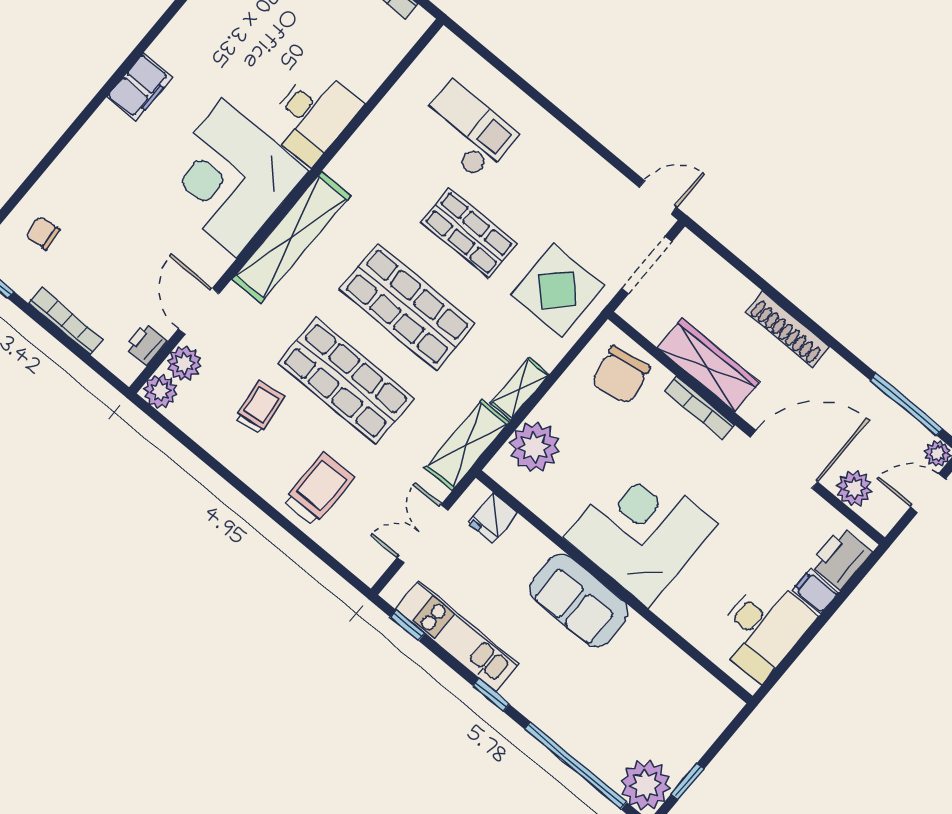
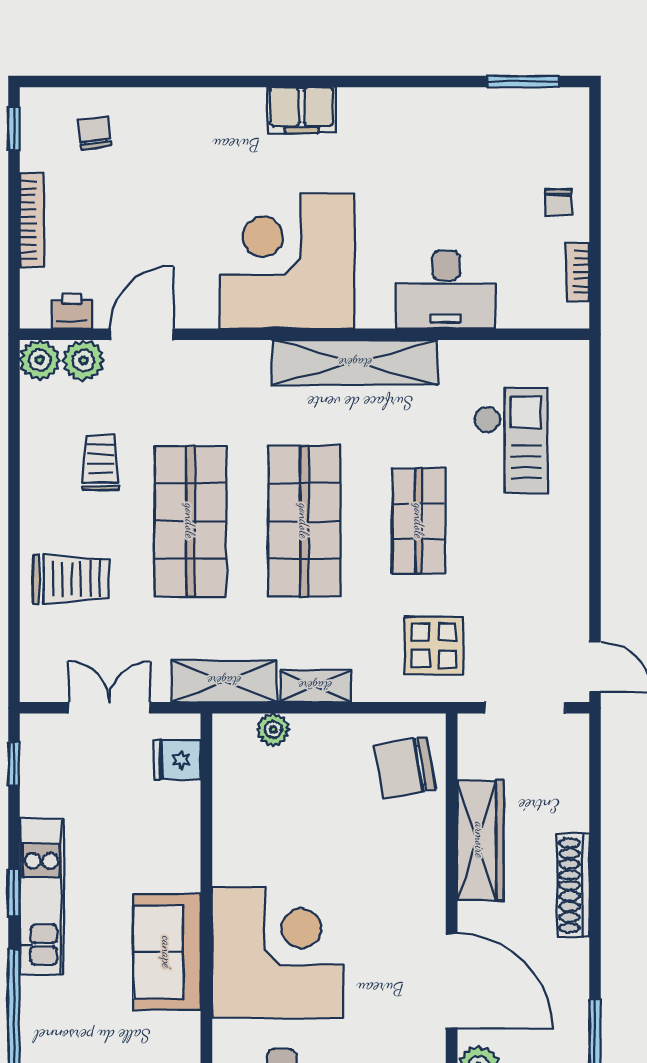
desk: (313, 116) -> (446, 290), moved
shelving: (291, 237) -> (355, 363), moved
display table: (557, 290) -> (434, 646), width x0.73, depth x0.73
trolley: (260, 407) -> (100, 463), turned -82
bookcase: (700, 408) -> (435, 865), removed
plant: (534, 447) -> (273, 730), width x0.53, depth x0.53
corner desk: (641, 531) -> (278, 952), moved
sofa: (579, 600) -> (167, 952), moved
kitchen unit: (457, 636) -> (42, 897), moved

